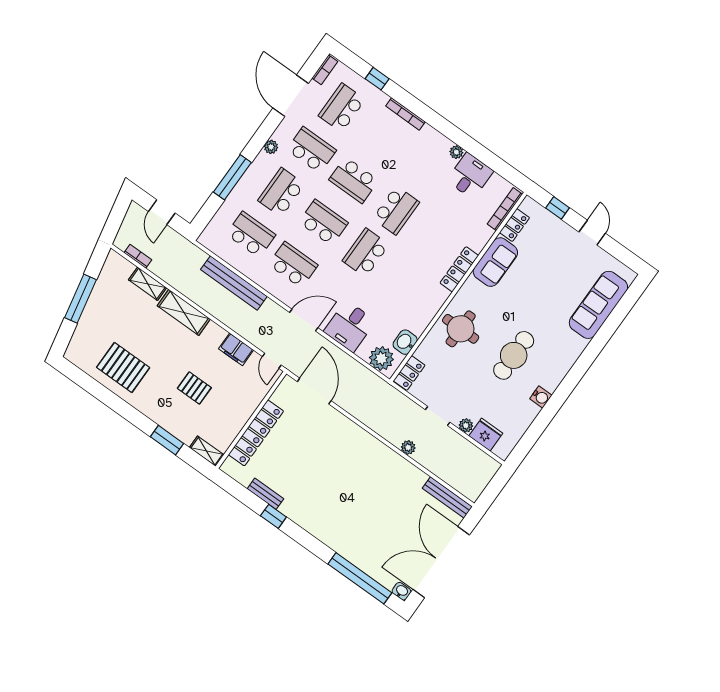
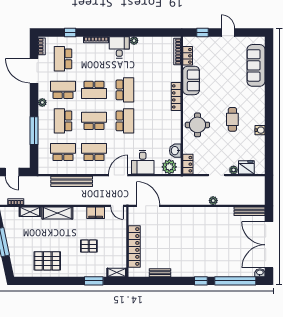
desk: (470, 176) -> (119, 47), moved
school desk: (366, 253) -> (125, 121), turned 180
cafe table: (514, 355) -> (232, 119), width x0.73, depth x0.74
window: (273, 516) -> (201, 281), moved

